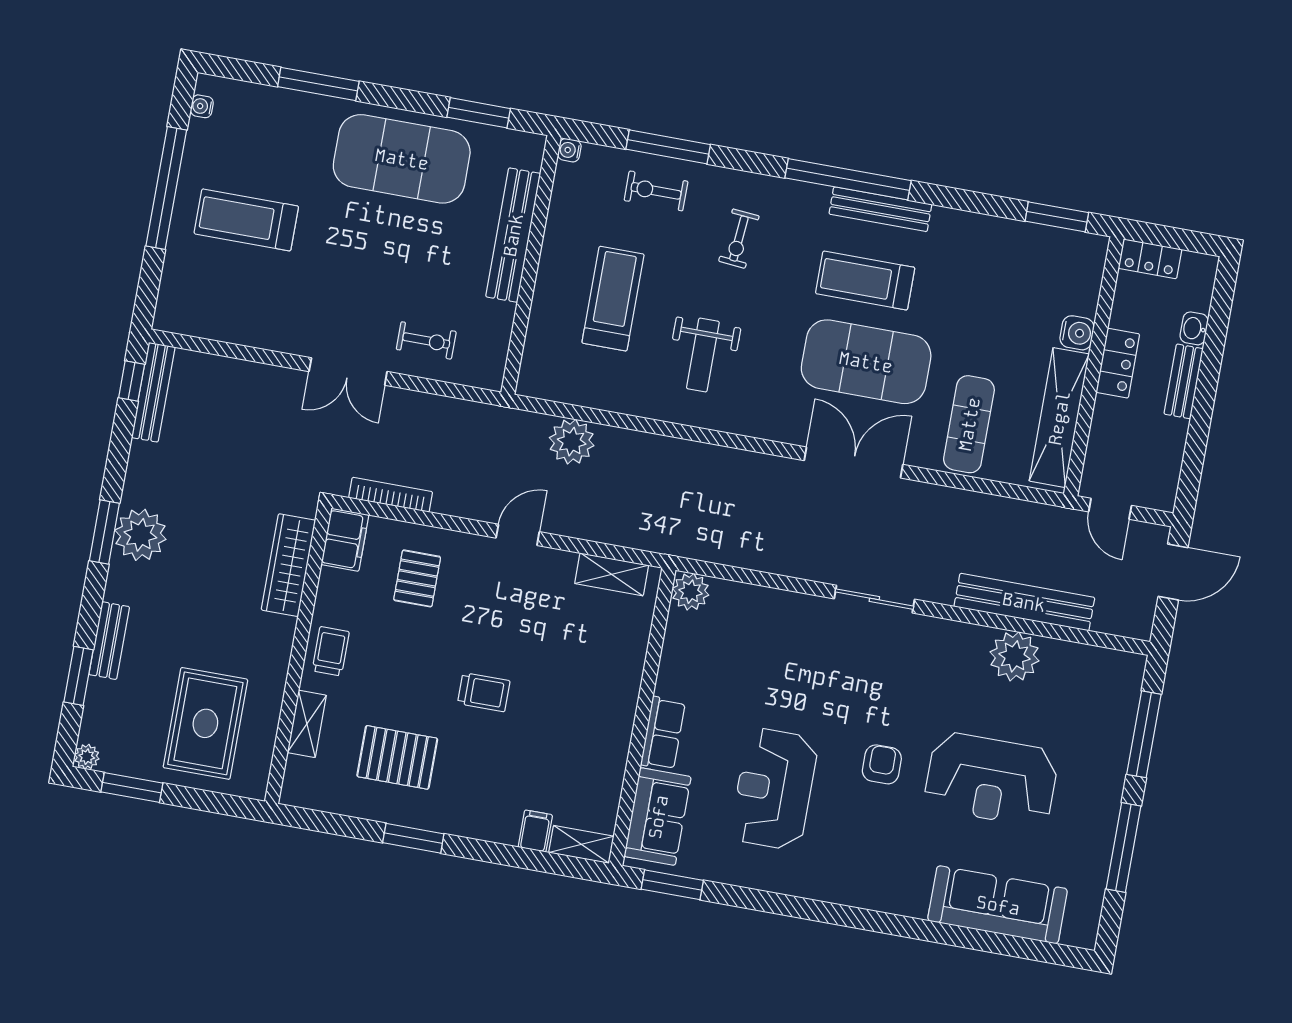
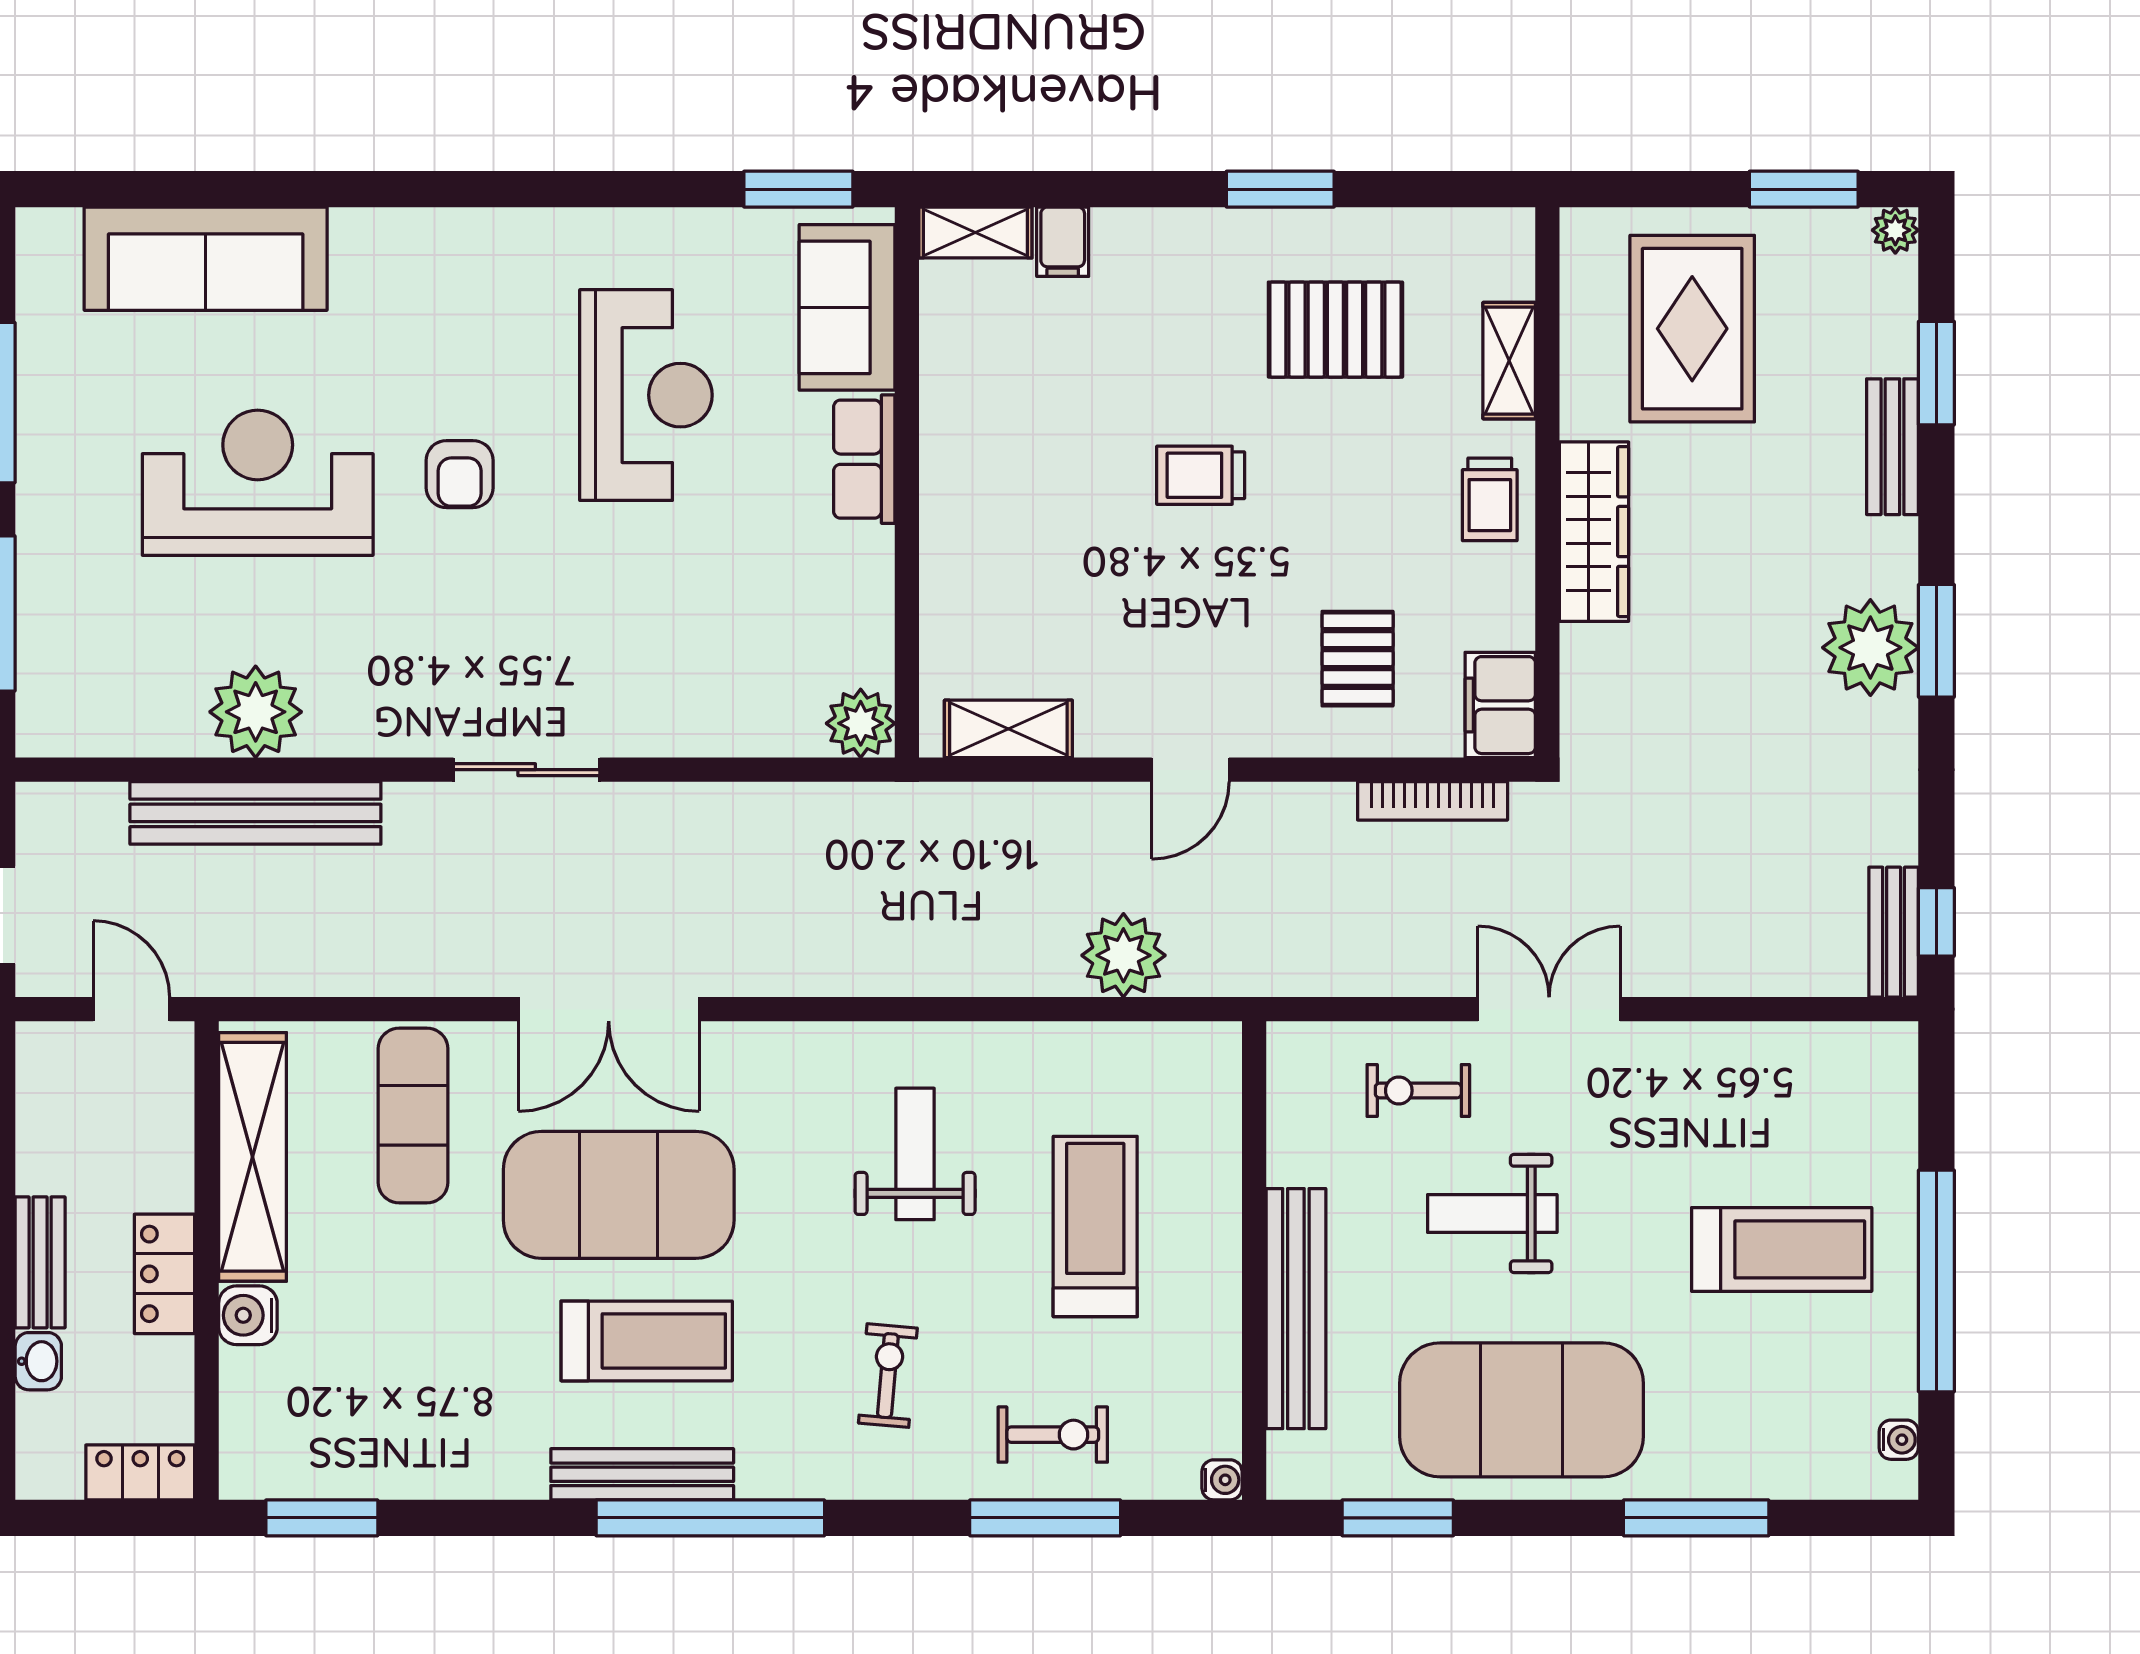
weight bench: (398, 267) -> (1492, 1214), added
treadmill: (613, 299) -> (1095, 1226), turned 180
bench: (153, 392) -> (1894, 932), width x0.73
wardrobe: (288, 565) -> (1594, 532), moved

